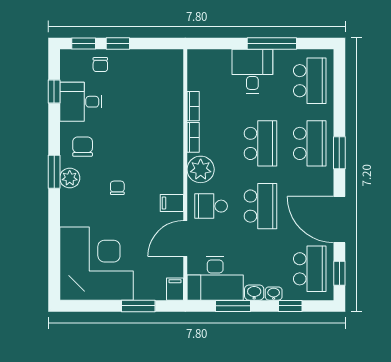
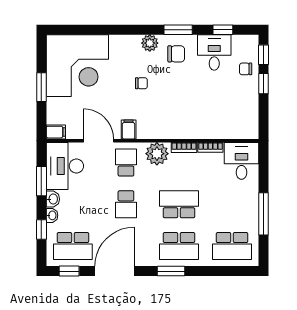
desk: (252, 71) -> (241, 161), moved, turned -90
school desk: (260, 143) -> (179, 204), turned 180
window: (54, 172) -> (178, 30), moved
school desk: (260, 206) -> (126, 204), width x0.54
window: (138, 306) -> (41, 87), moved

